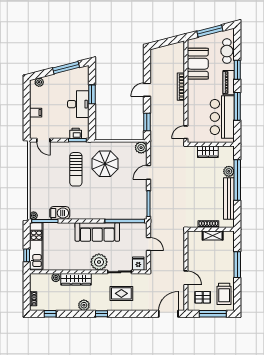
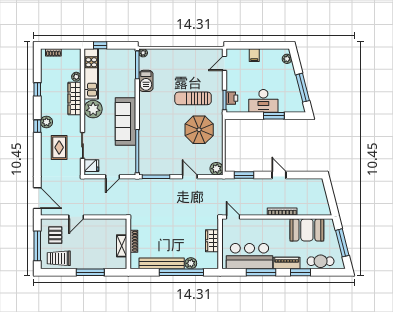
kitchen unit: (36, 246) -> (91, 74), moved, turned -90
plant: (99, 262) -> (93, 109), moved
plant: (84, 305) -> (46, 122), moved
window: (50, 314) -> (37, 89), moved

